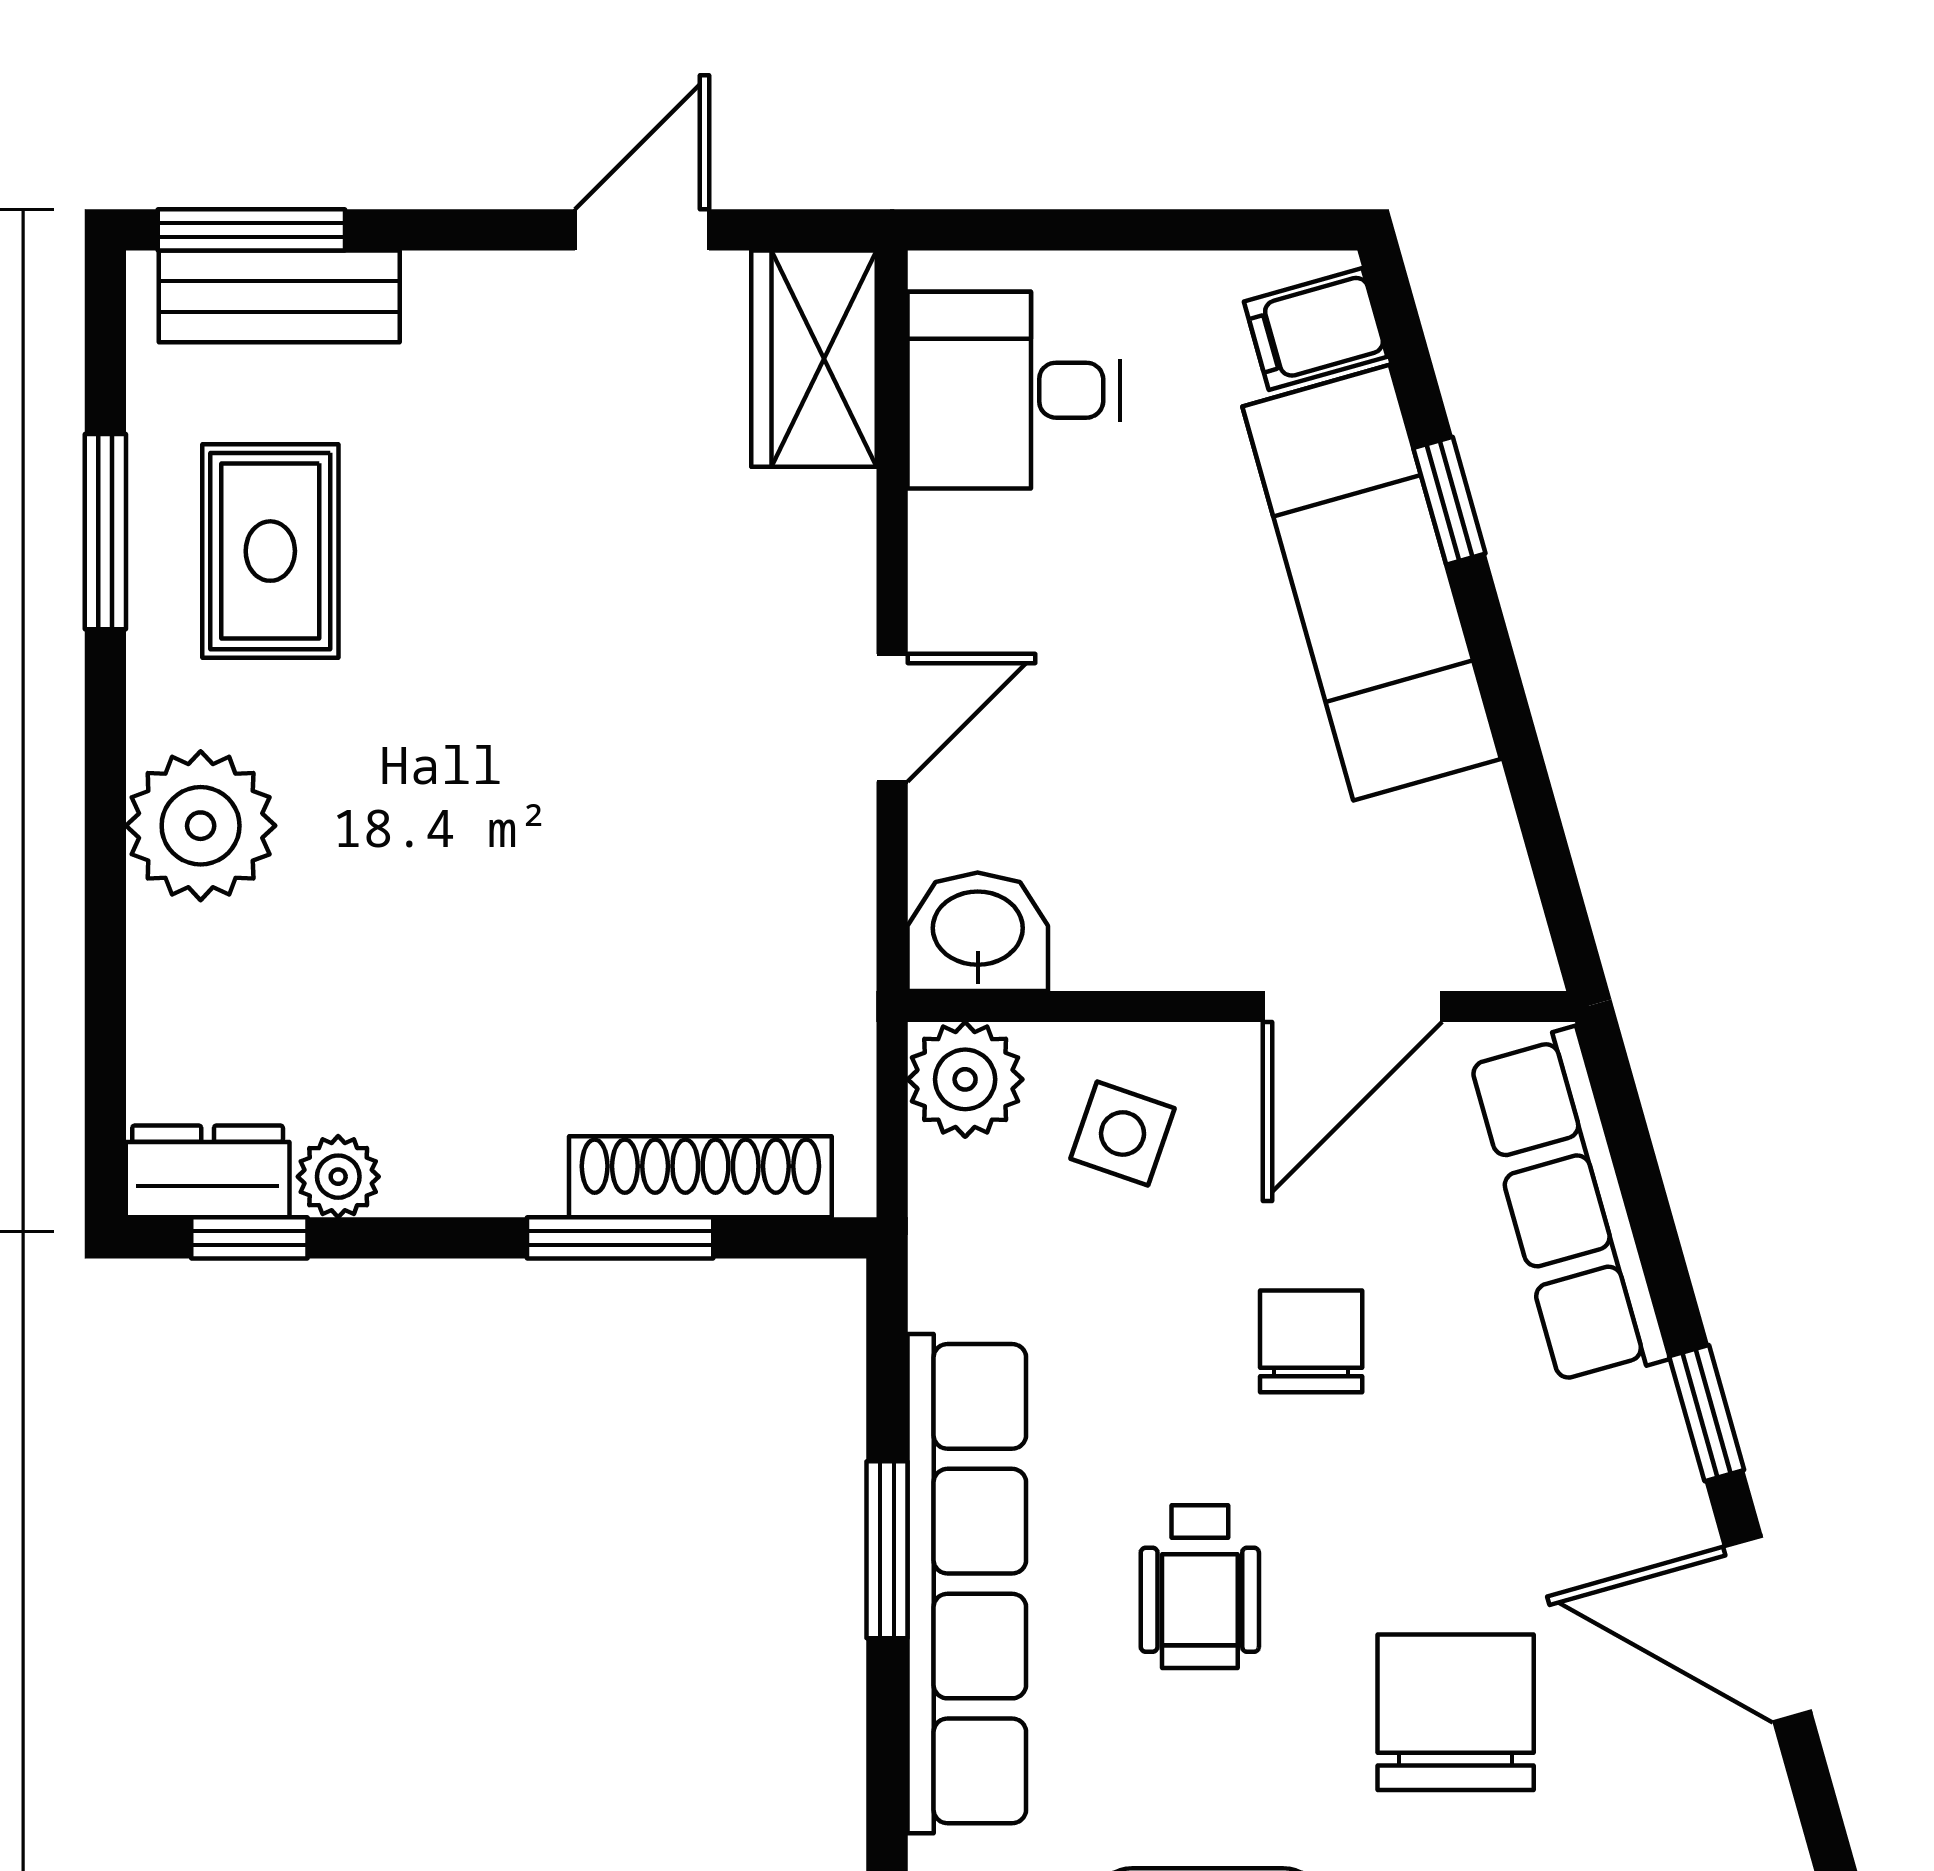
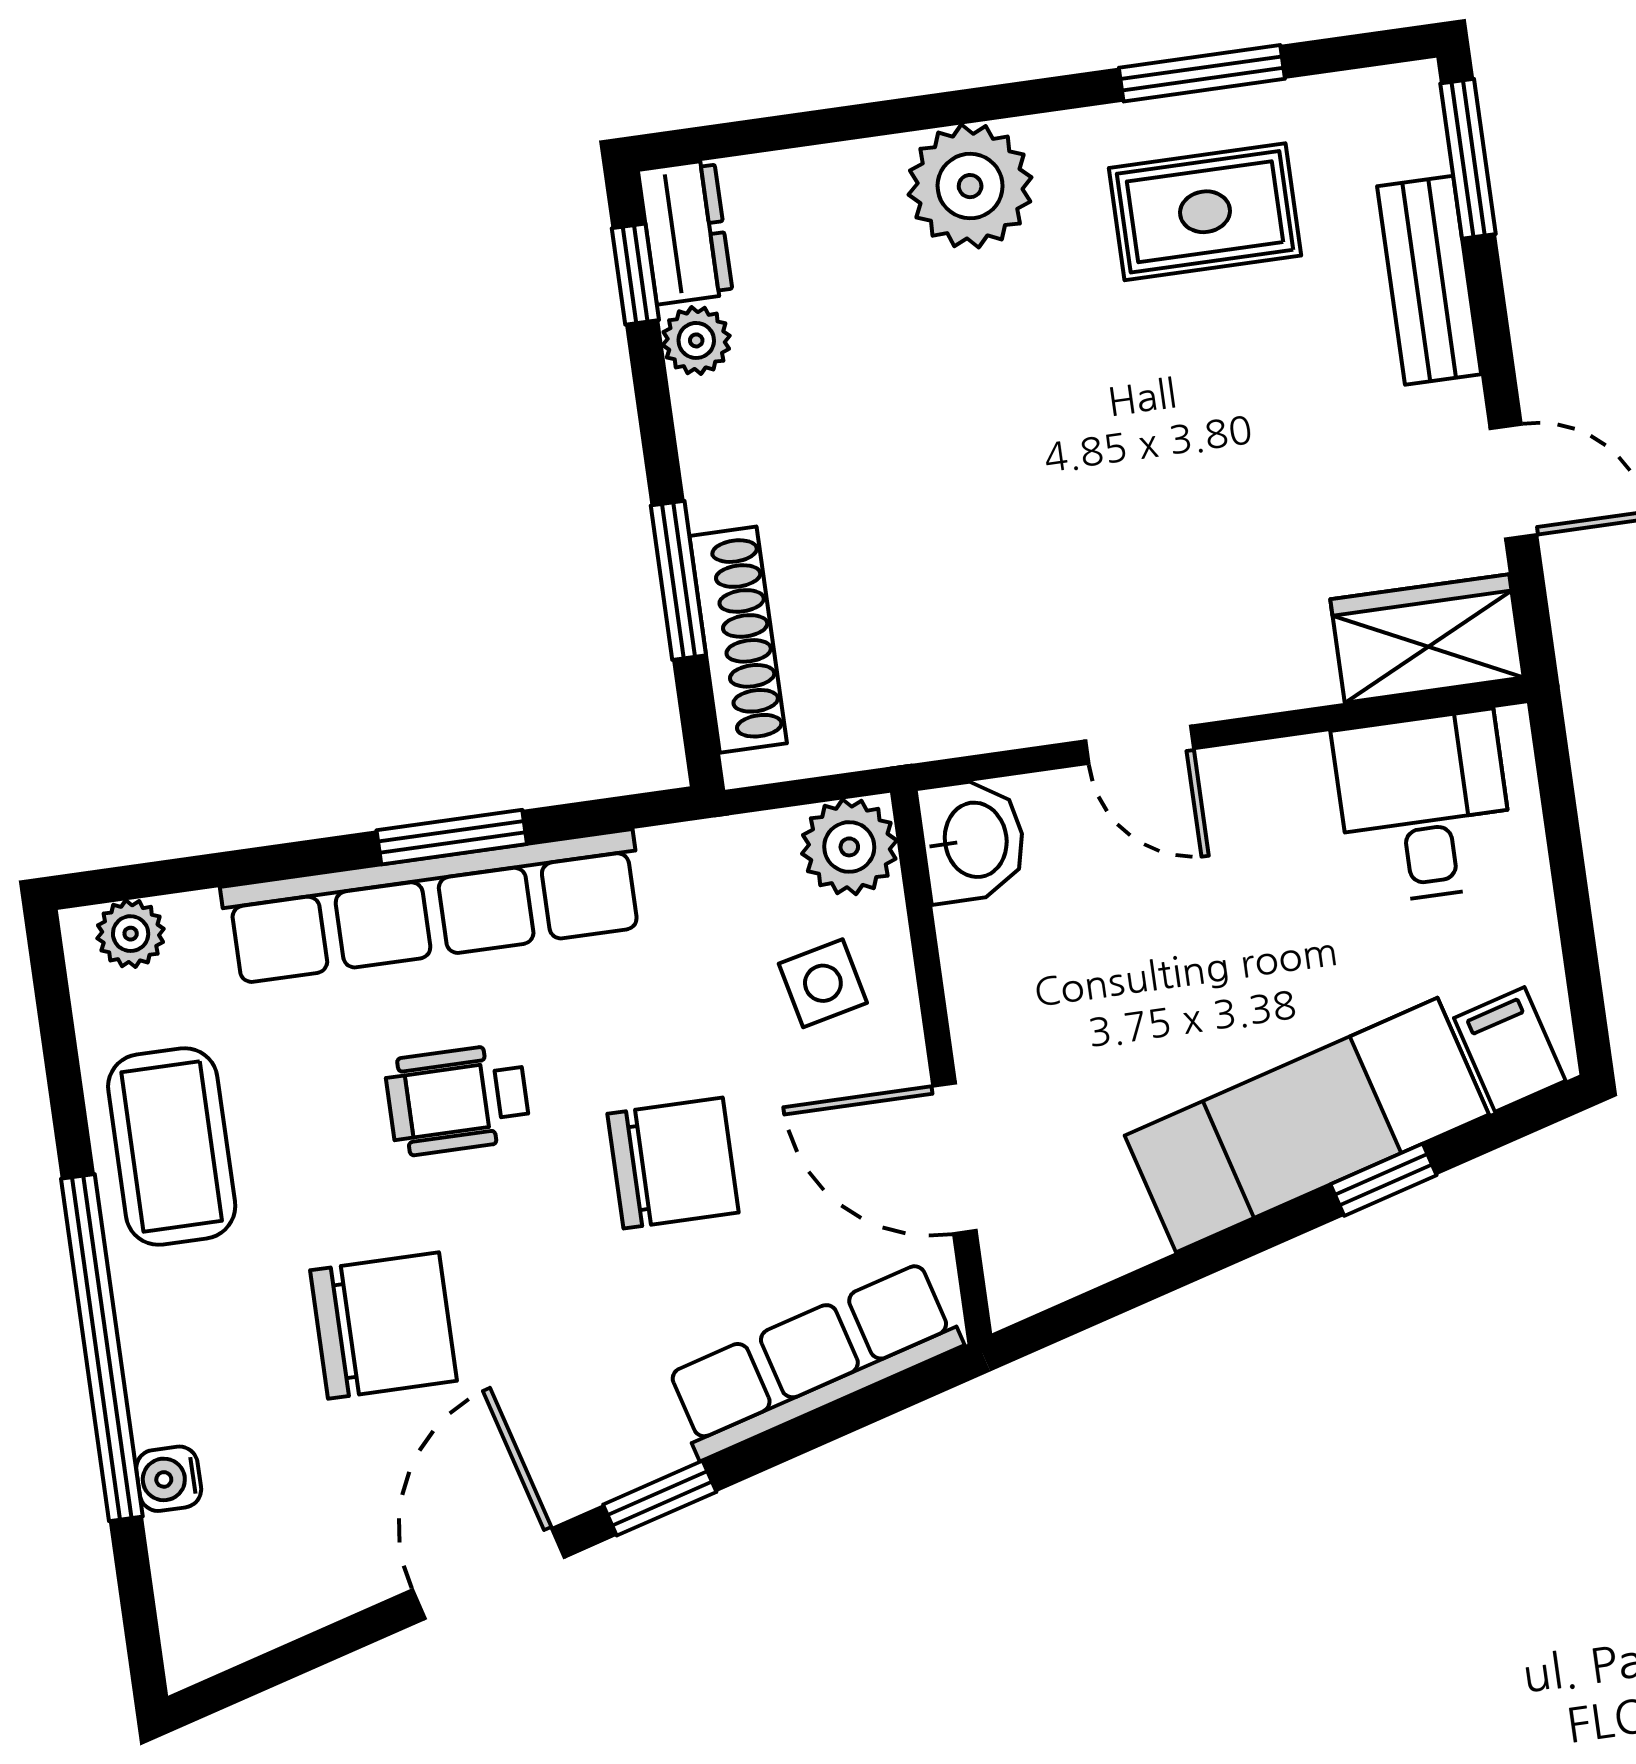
bench: (279, 296) -> (1429, 280), moved
side table: (1123, 1133) -> (823, 983), turned -32
chair: (1311, 1341) -> (673, 1163), width x1.37, depth x1.37

